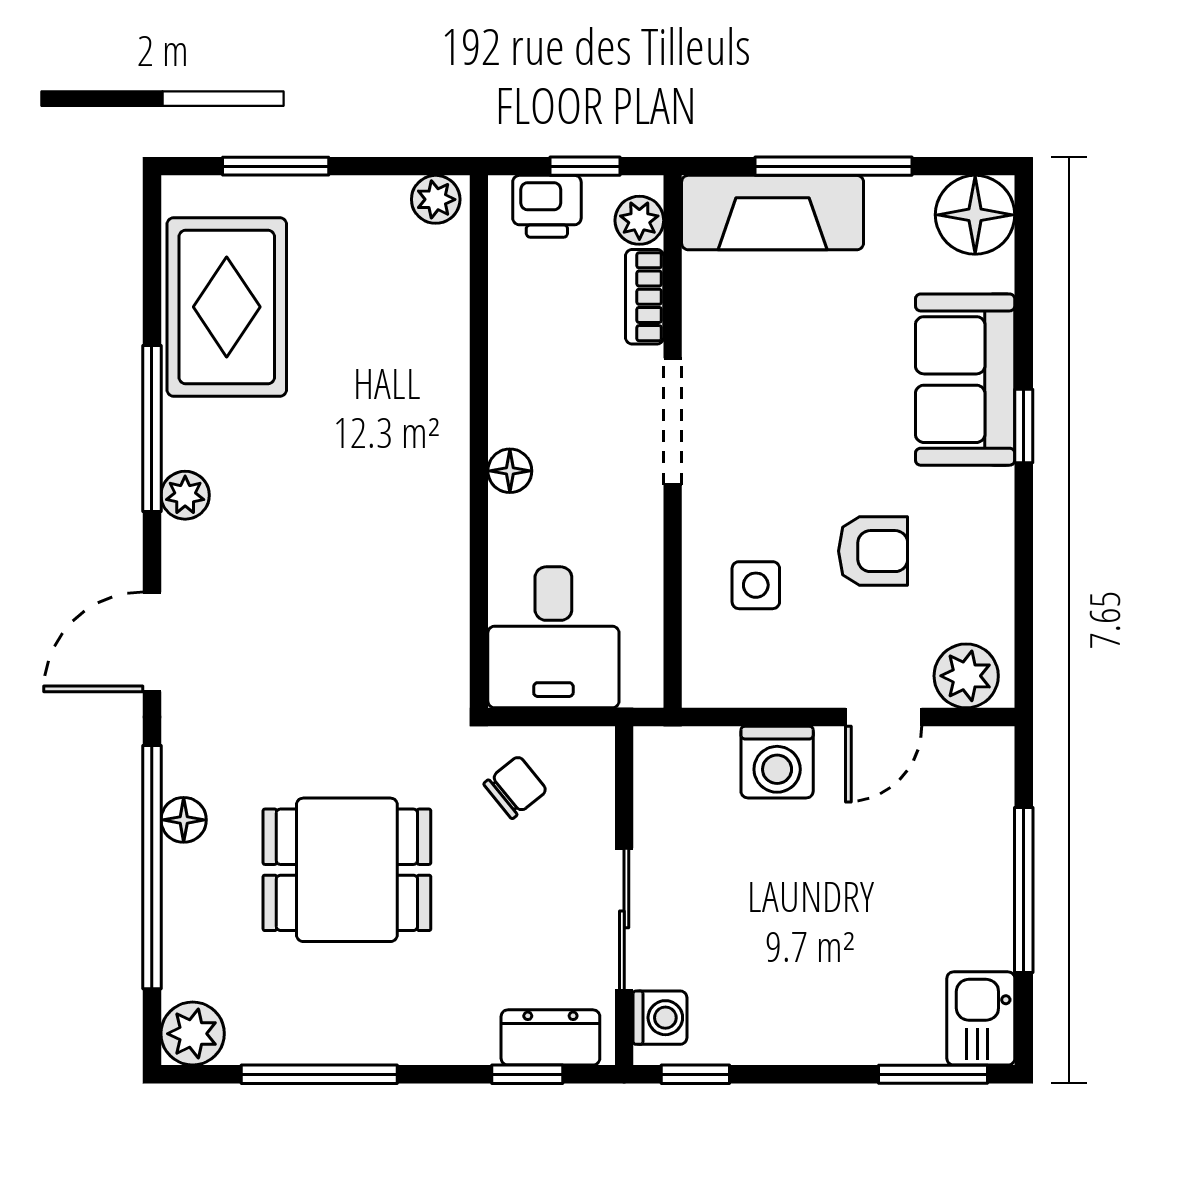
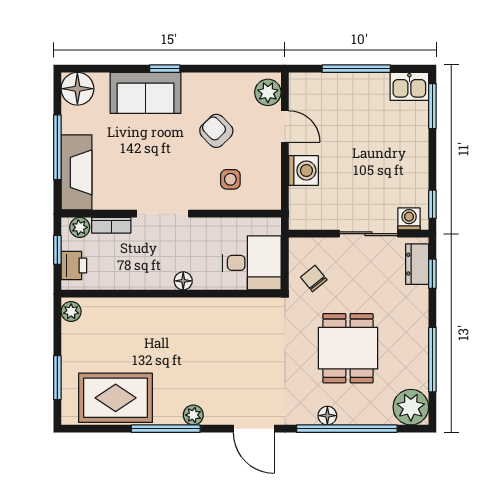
armchair: (873, 551) -> (216, 131), turned -44
plant: (193, 1034) -> (411, 407), width x1.36, depth x1.36

